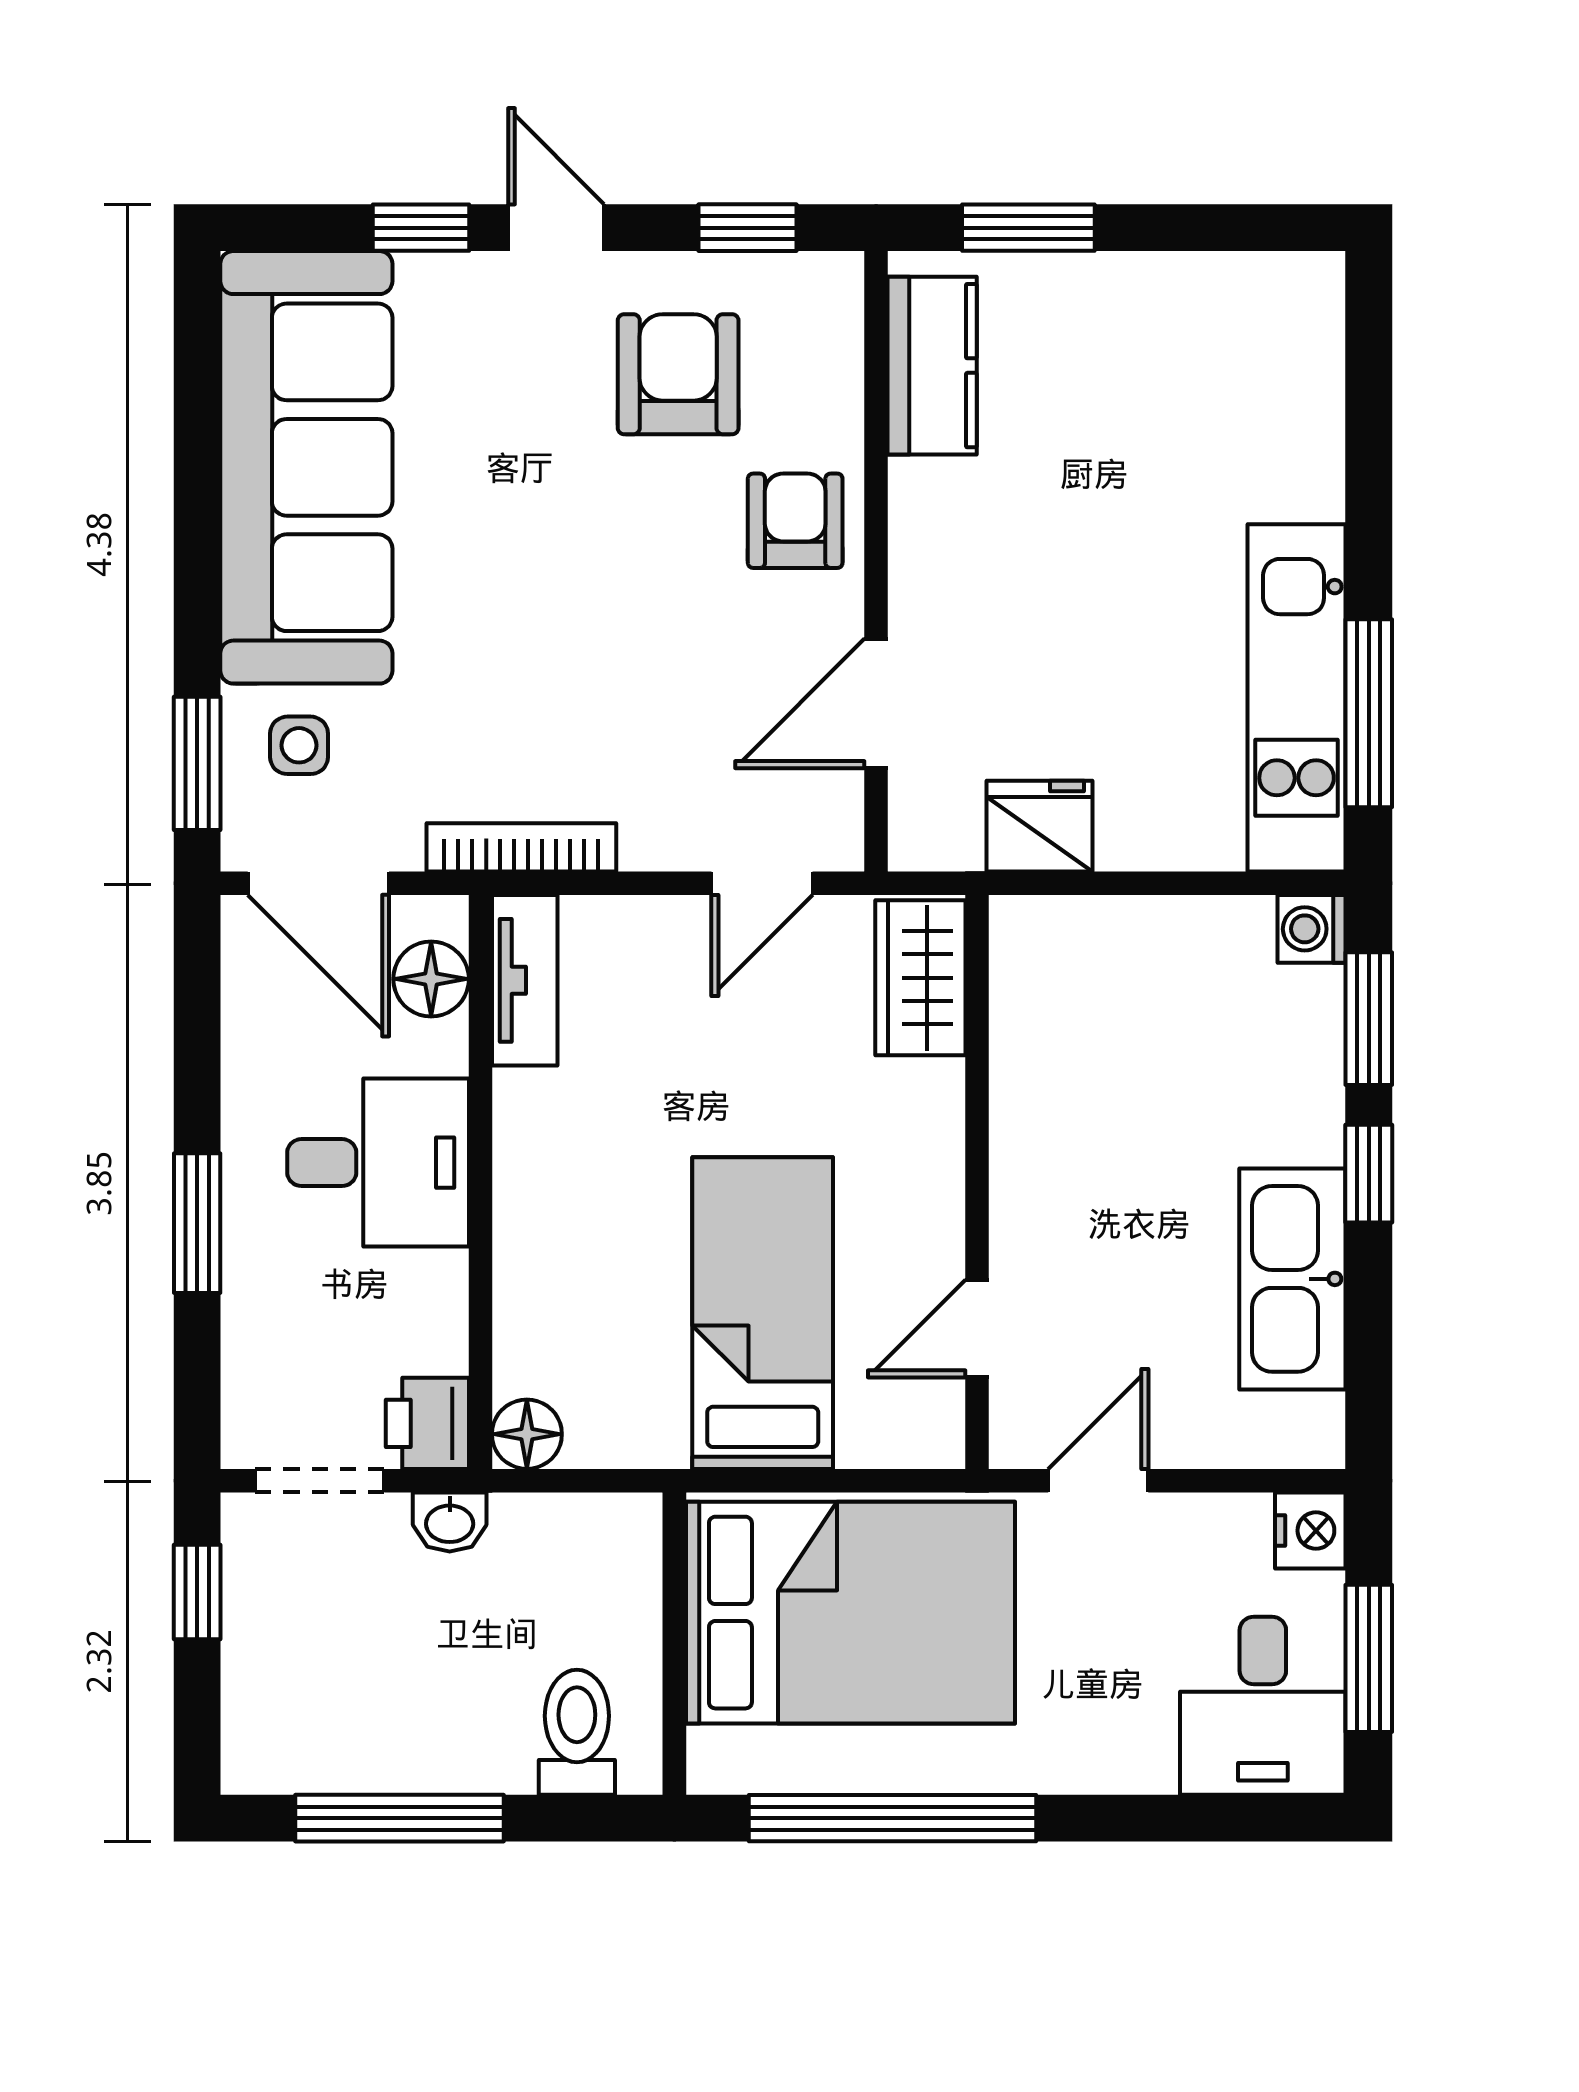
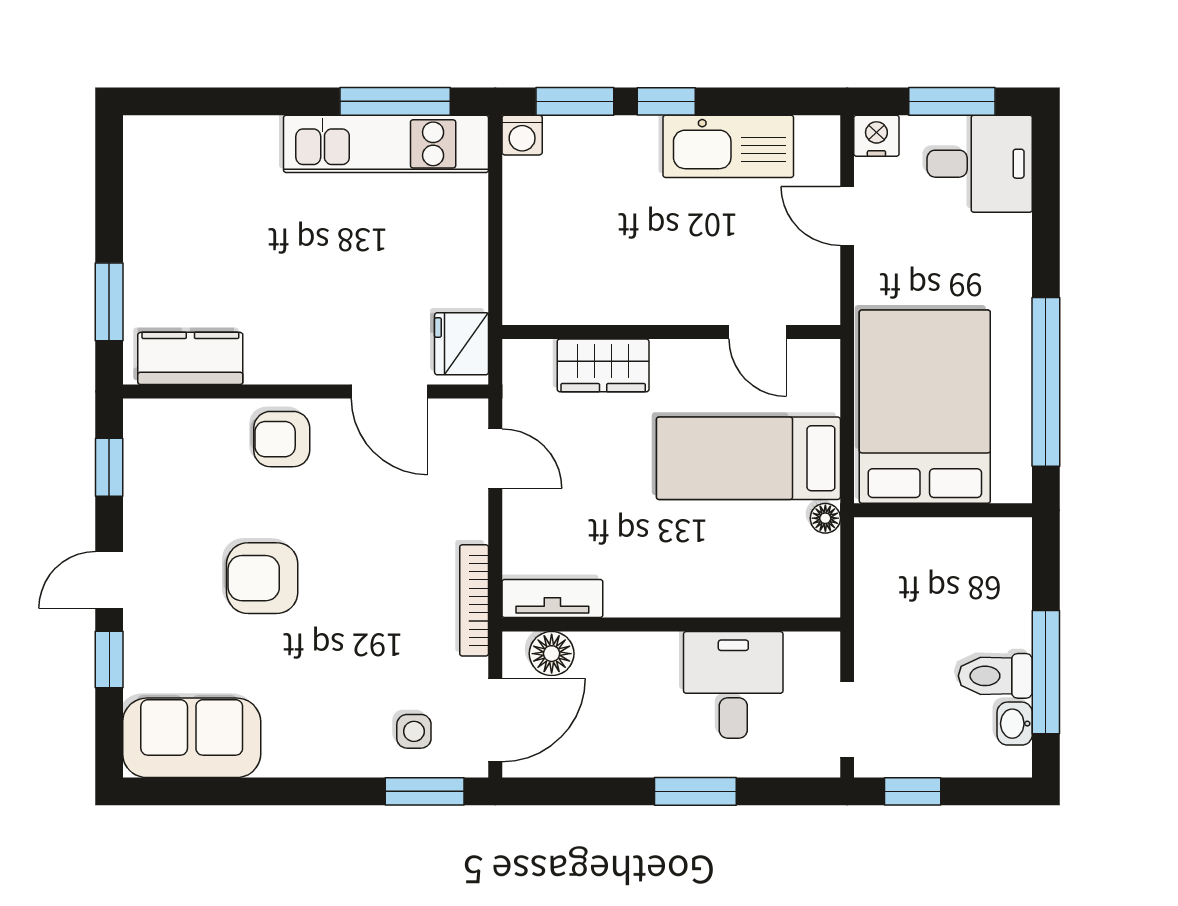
armchair: (678, 374) -> (262, 578), moved
sofa: (306, 467) -> (192, 738), width x0.54, depth x0.79
fridge: (1039, 826) -> (462, 344), moved
wardrobe: (920, 978) -> (603, 365), moved
desk: (378, 1163) -> (733, 685), moved
printer: (427, 1423) -> (813, 656), removed
floor lamp: (527, 1434) -> (825, 518), moved, width x0.73, depth x0.73
door: (1098, 1481) -> (847, 216), moved
washbasin: (450, 1522) -> (1015, 724), moved, turned 180
toilet: (577, 1732) -> (995, 676), moved

